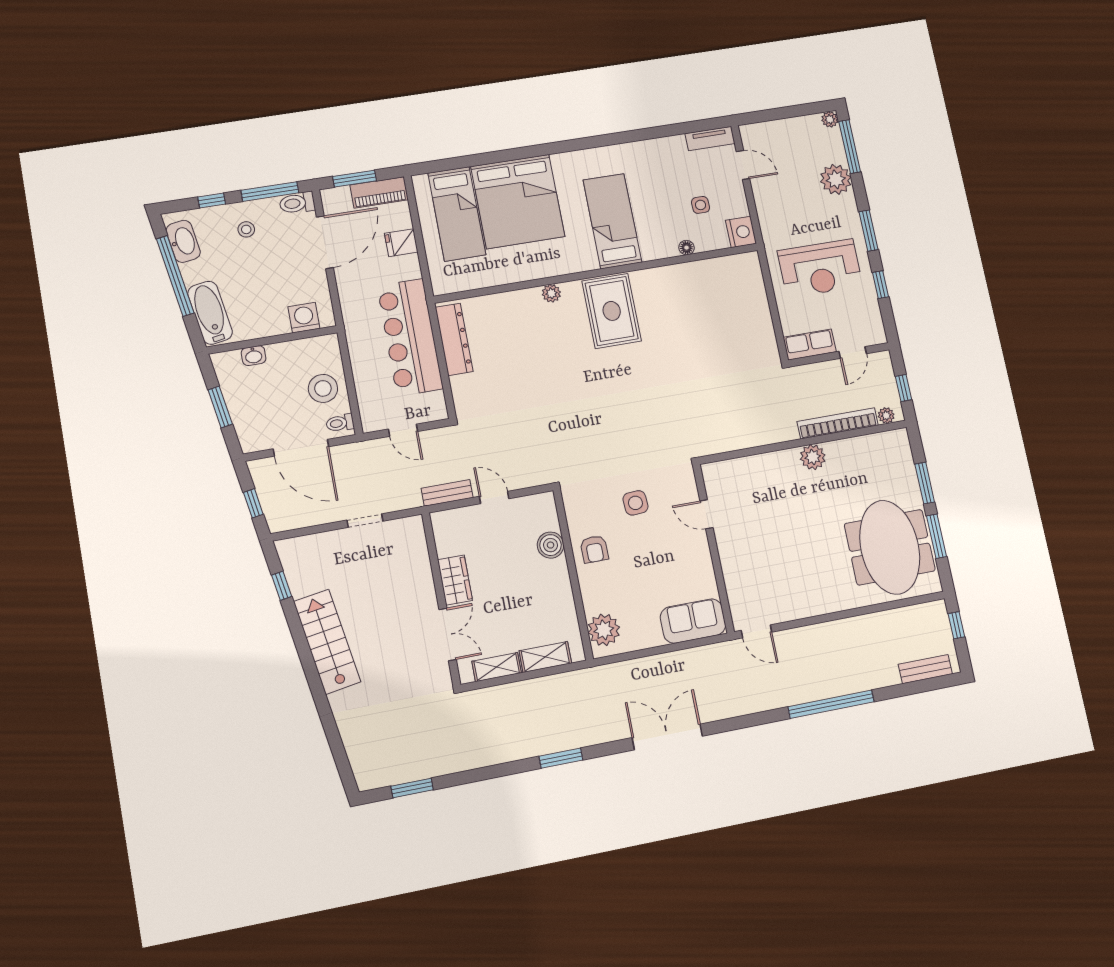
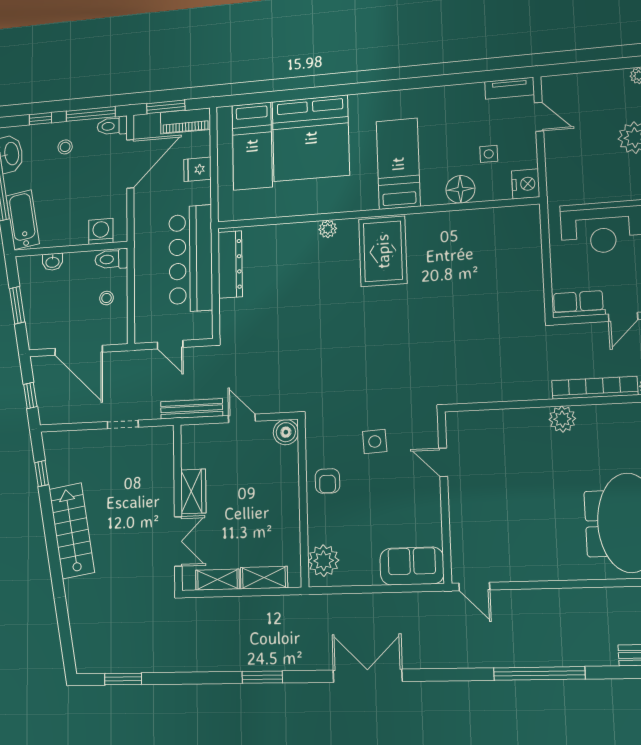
floor lamp: (687, 248) -> (460, 189), width x1.89, depth x1.89
stool: (323, 388) -> (106, 298), width x0.53, depth x0.53
toilet: (340, 423) -> (111, 259), moved, width x1.37, depth x1.39
bench: (447, 493) -> (192, 409), width x1.36
boiler: (551, 545) -> (286, 432), moved

